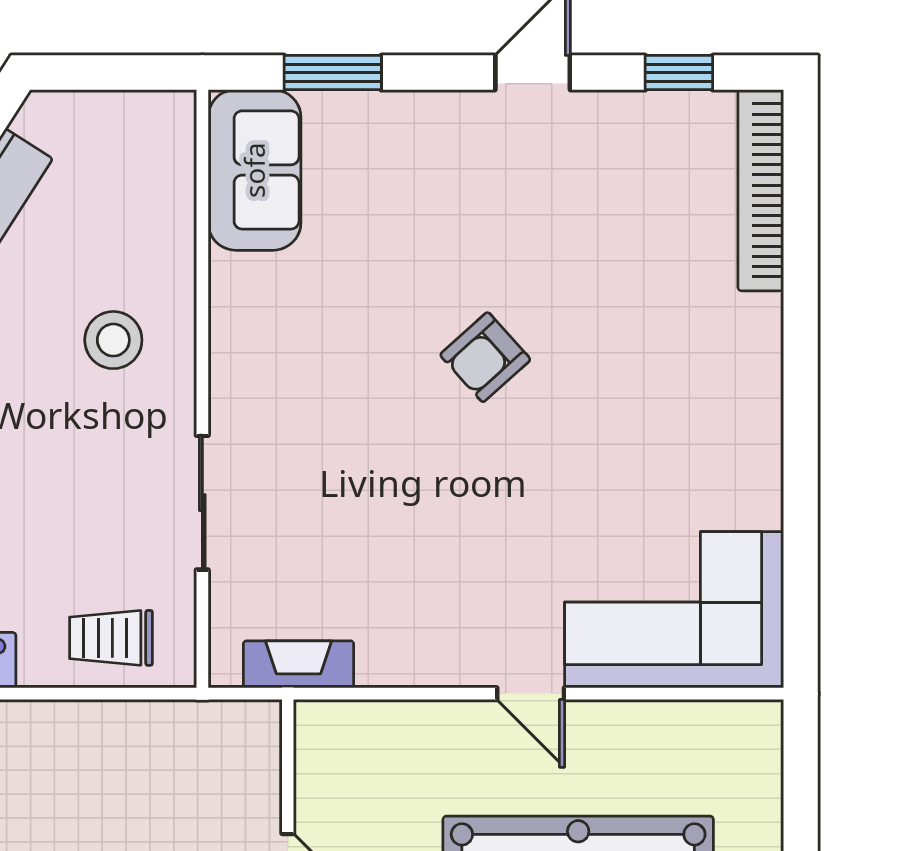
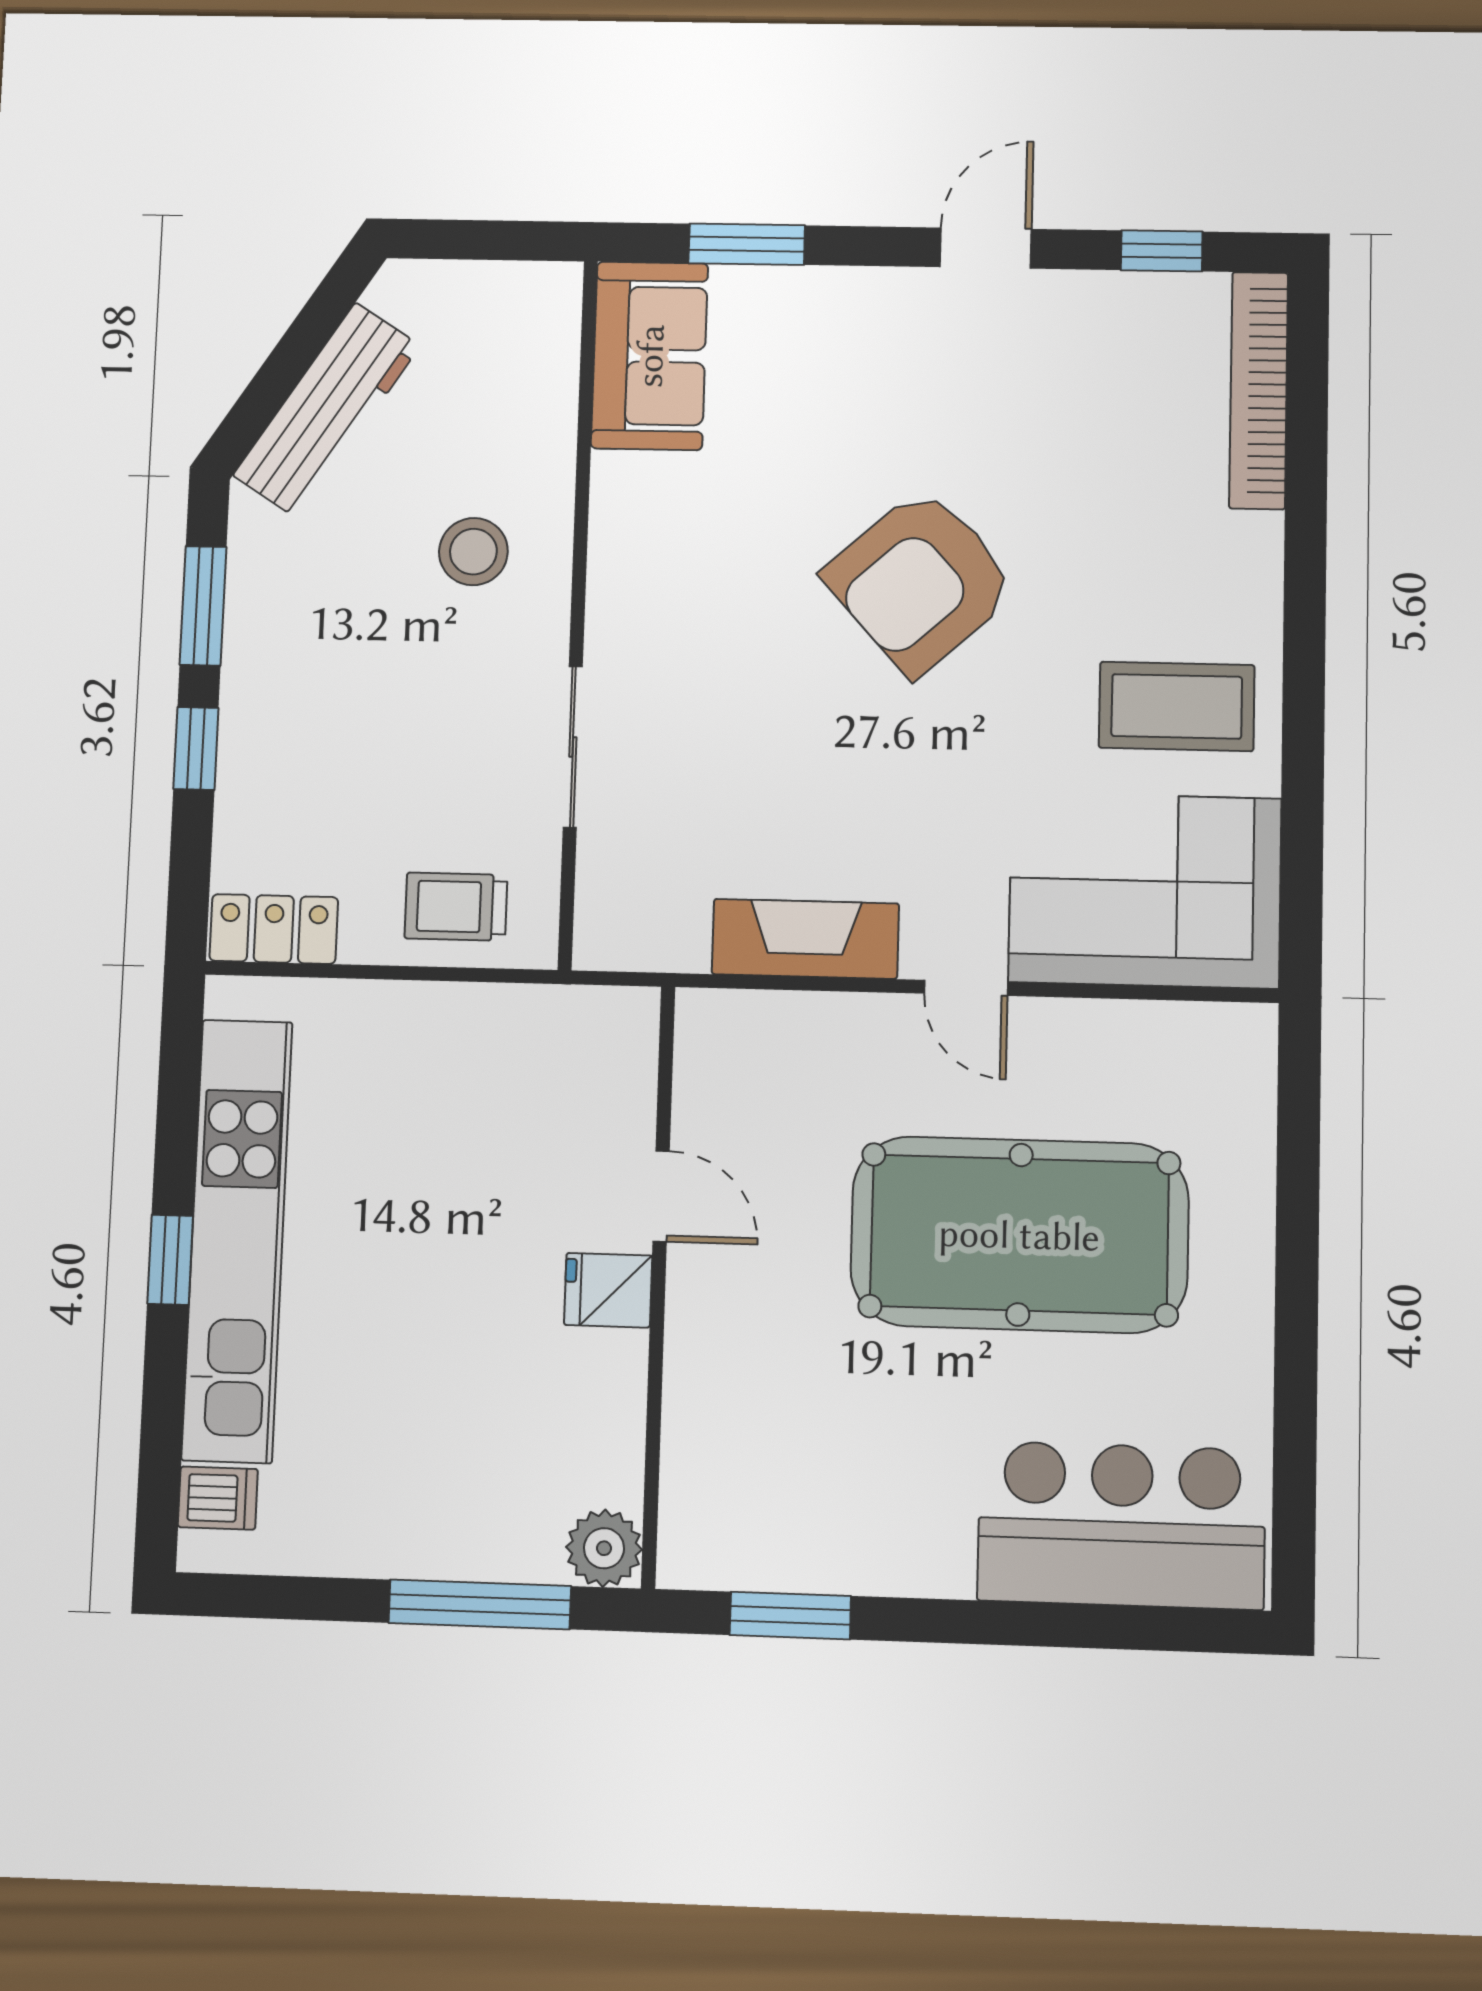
armchair: (485, 357) -> (920, 581), width x1.88, depth x1.88
coffee table: (697, 457) -> (1177, 706), added
fireplace: (299, 664) -> (805, 939), moved, width x1.37, depth x1.32

